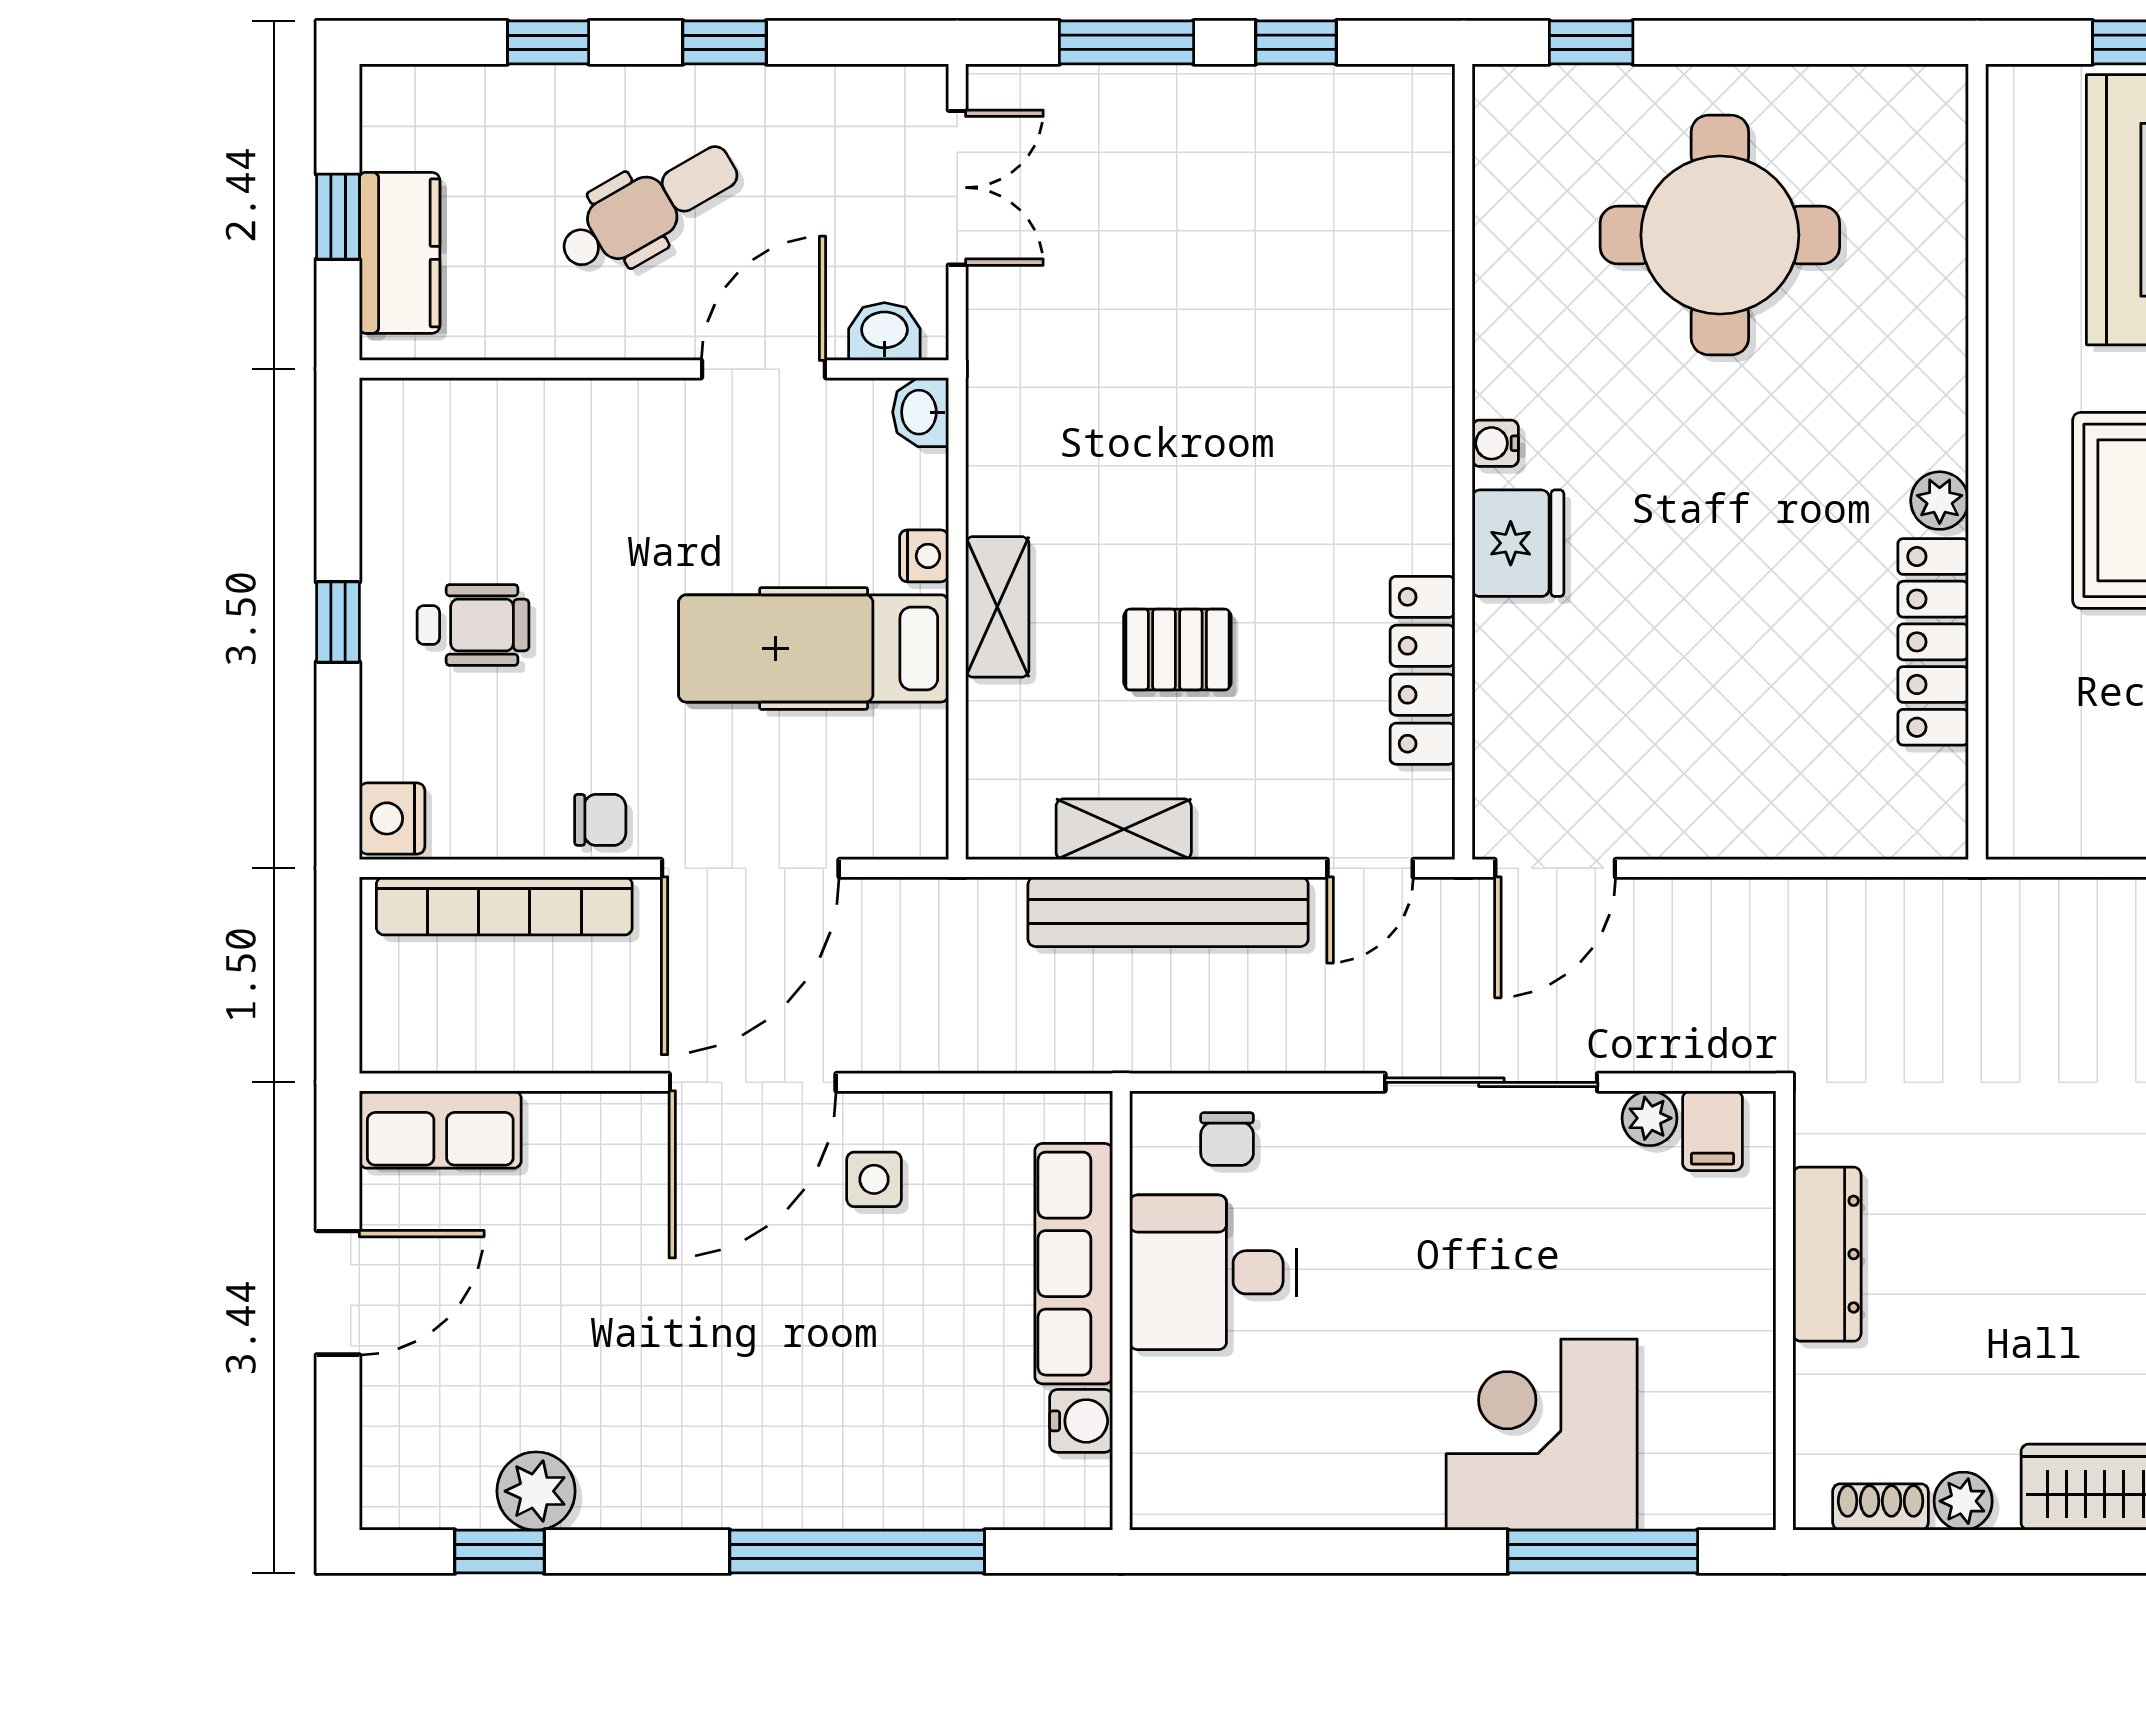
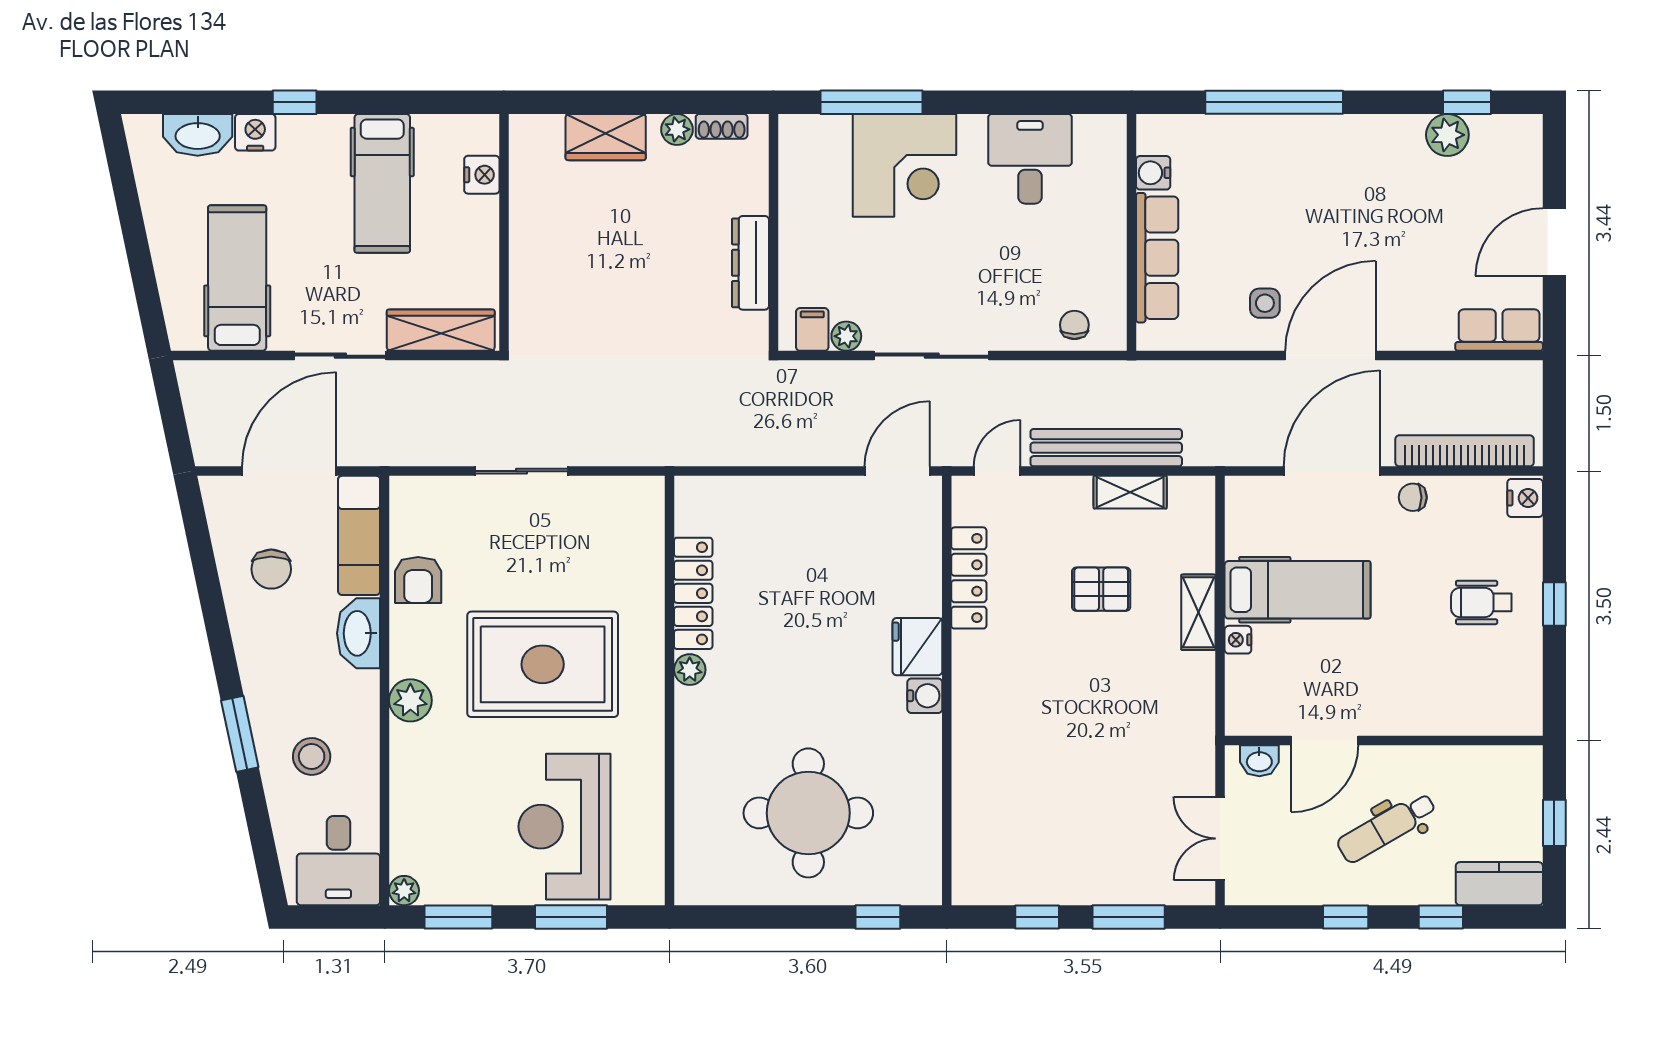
kitchen counter: (400, 253) -> (1499, 884), moved, turned 90
washbasin: (921, 412) -> (1240, 717), removed
water cooler: (1495, 443) -> (925, 696), width x1.38, depth x1.38
desk: (1213, 1272) -> (1030, 159), moved, turned -90

